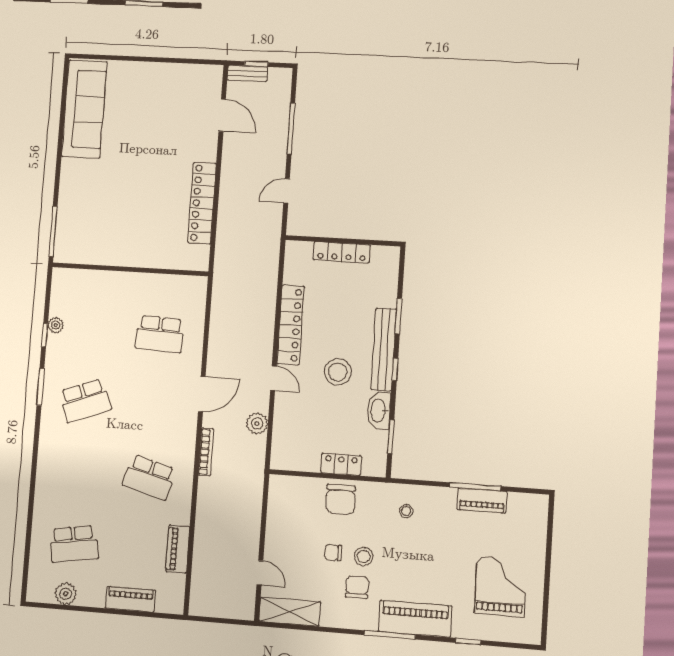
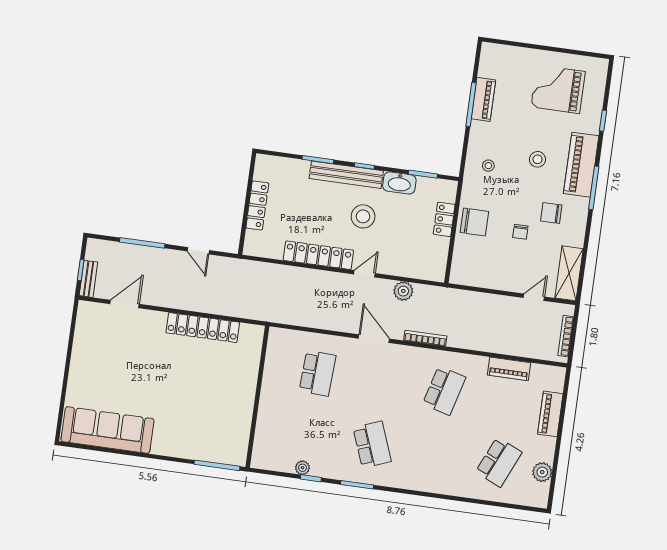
school desk: (74, 544) -> (499, 462), turned 33
stool: (364, 556) -> (537, 159), moved
bookcase: (219, 612) -> (566, 336), added

